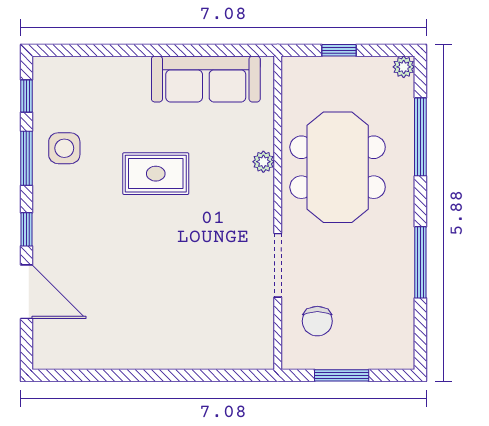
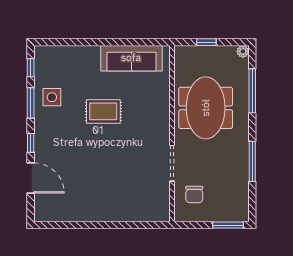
plant: (263, 162) -> (164, 105), removed
window: (342, 375) -> (228, 225), moved

